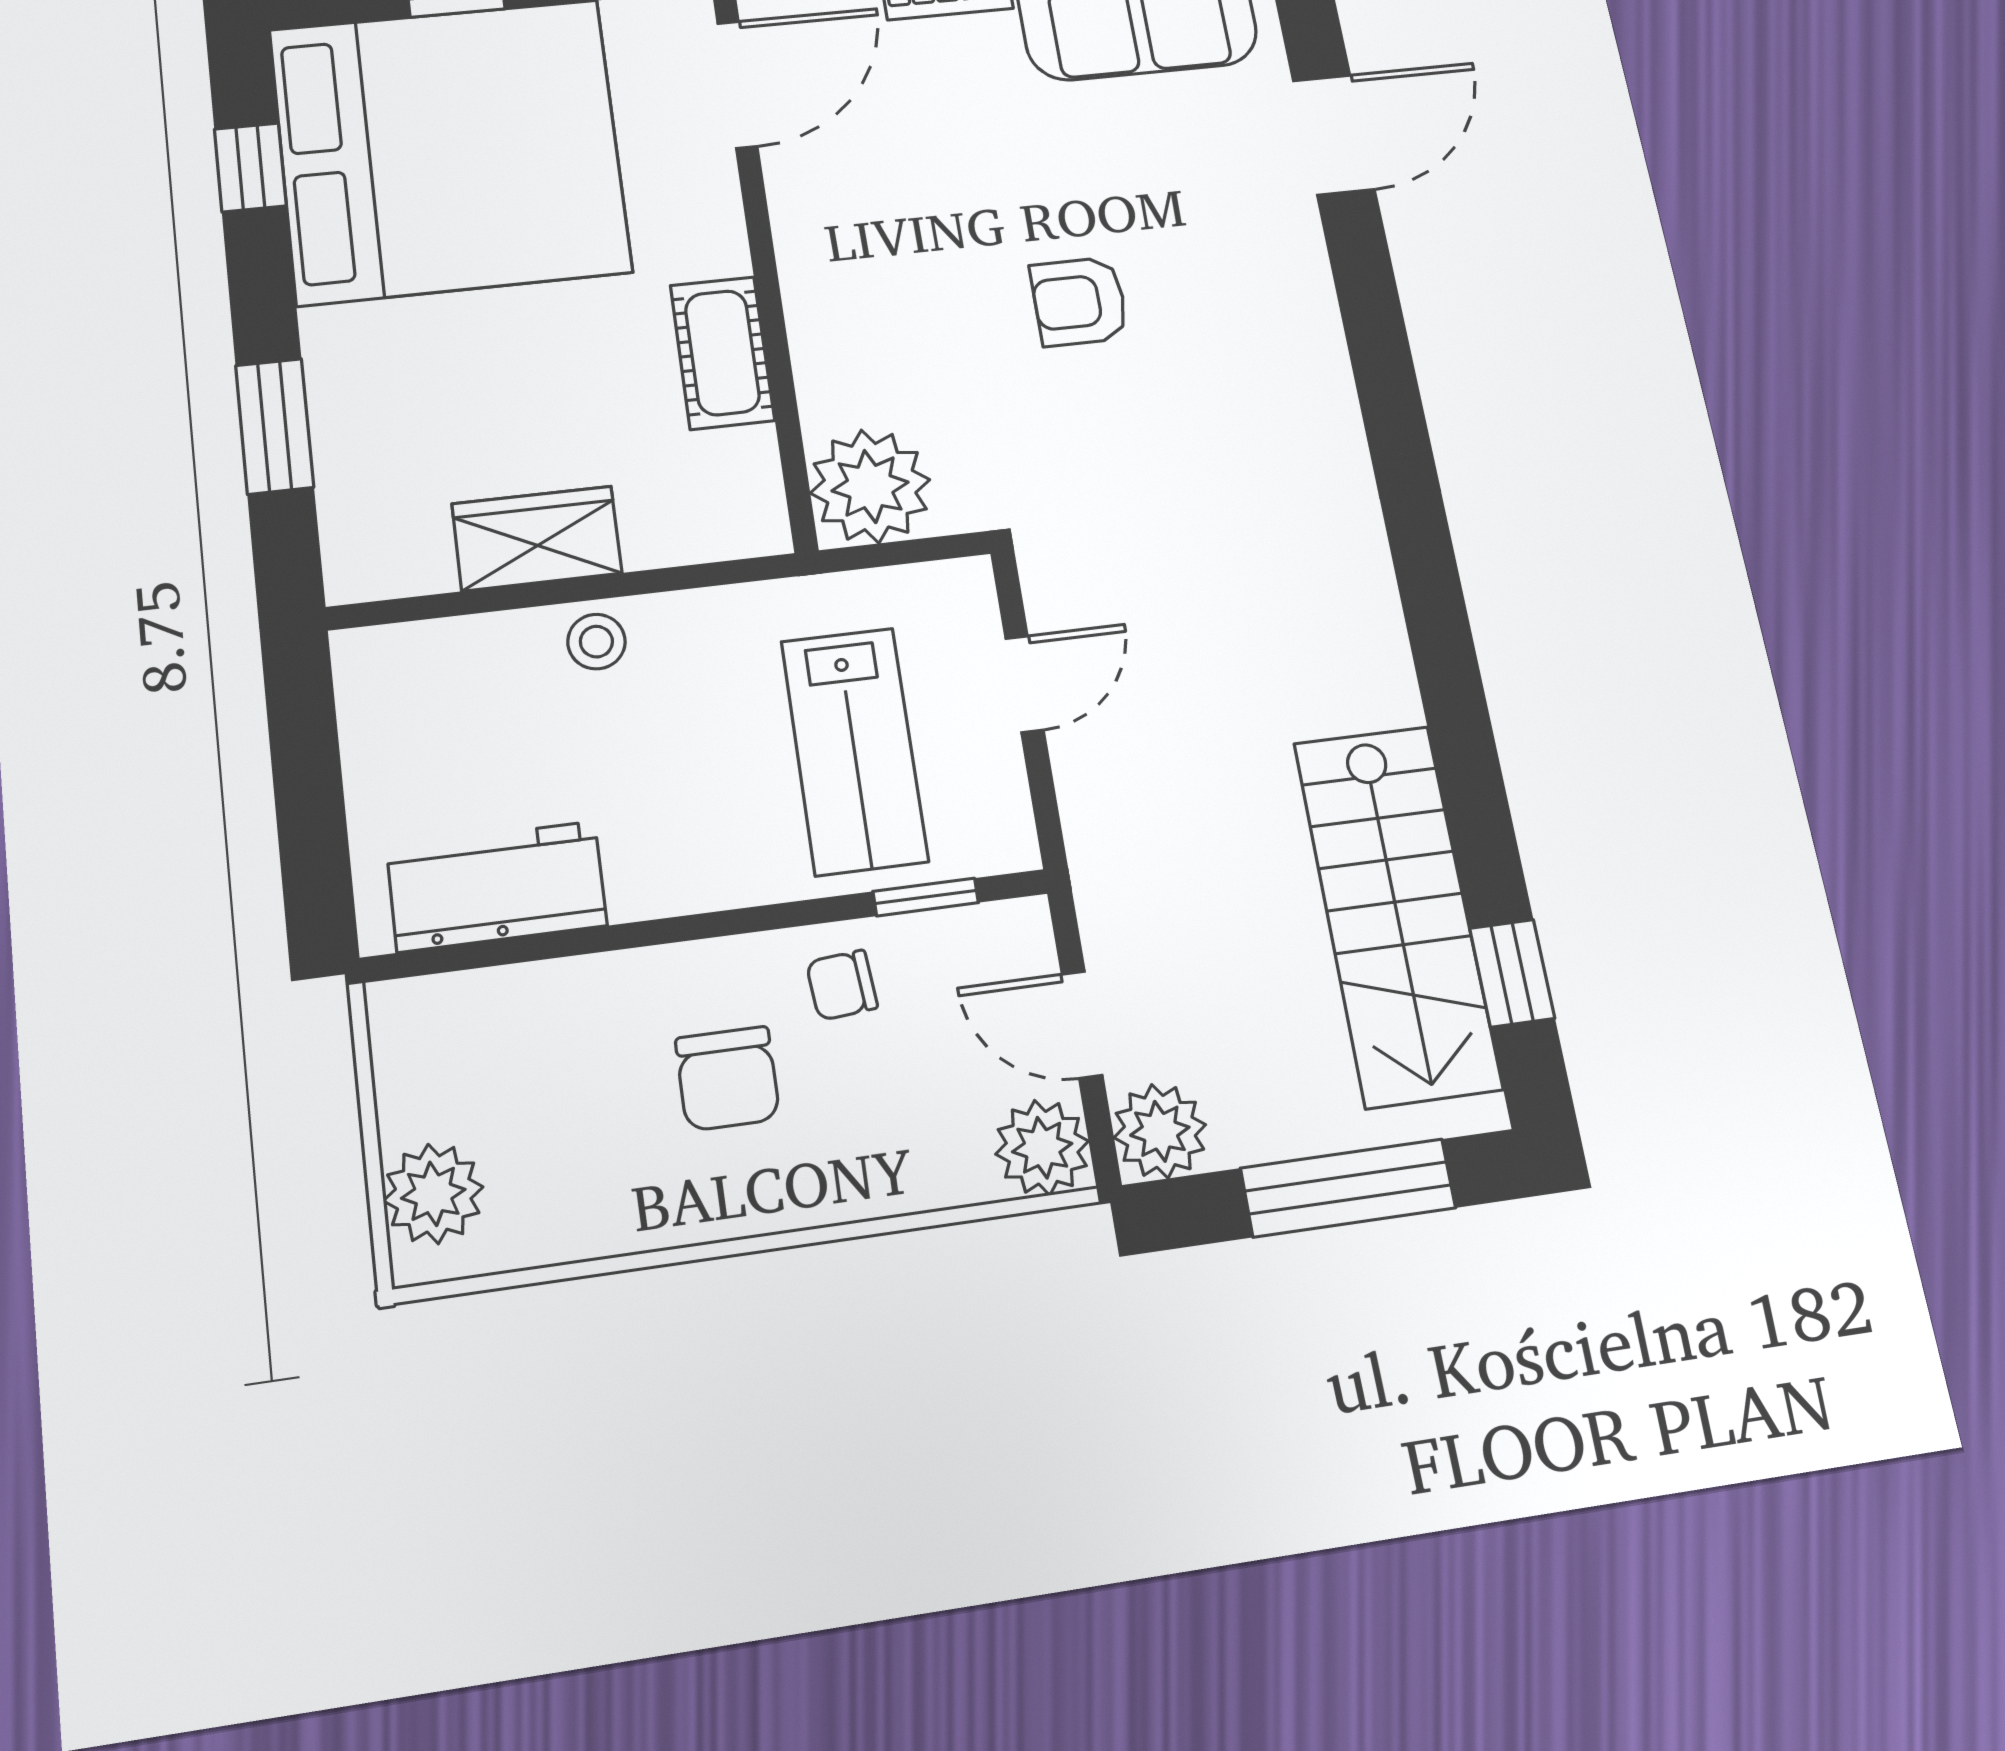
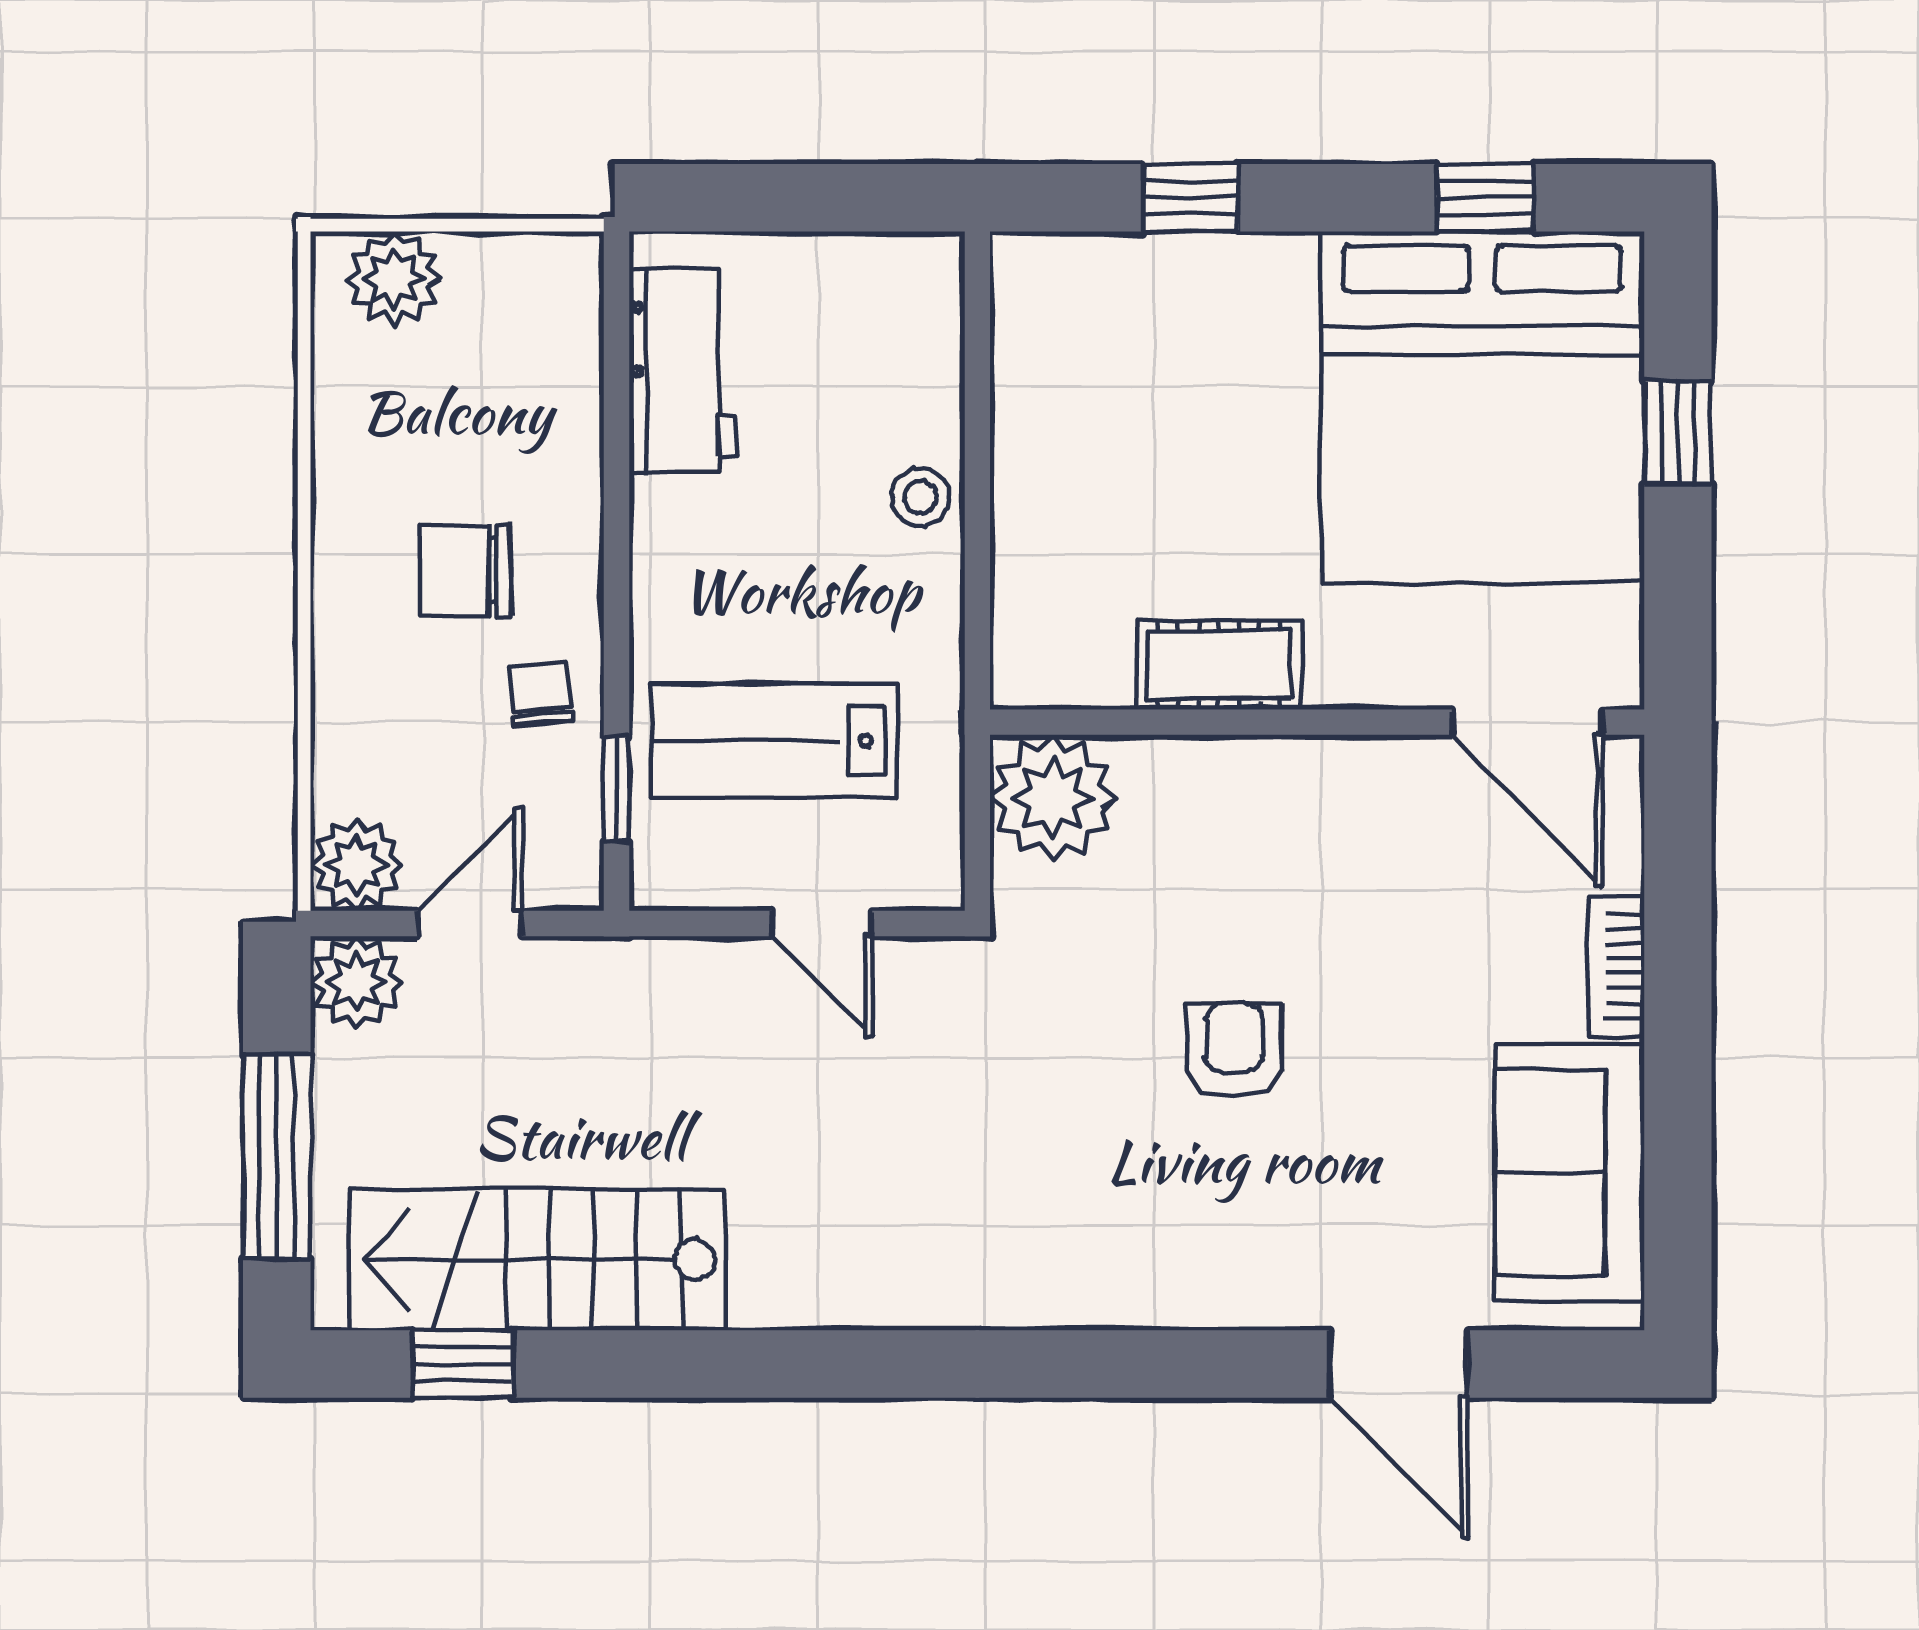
window: (275, 426) -> (1191, 198), width x0.67
wardrobe: (537, 538) -> (1037, 450), removed

